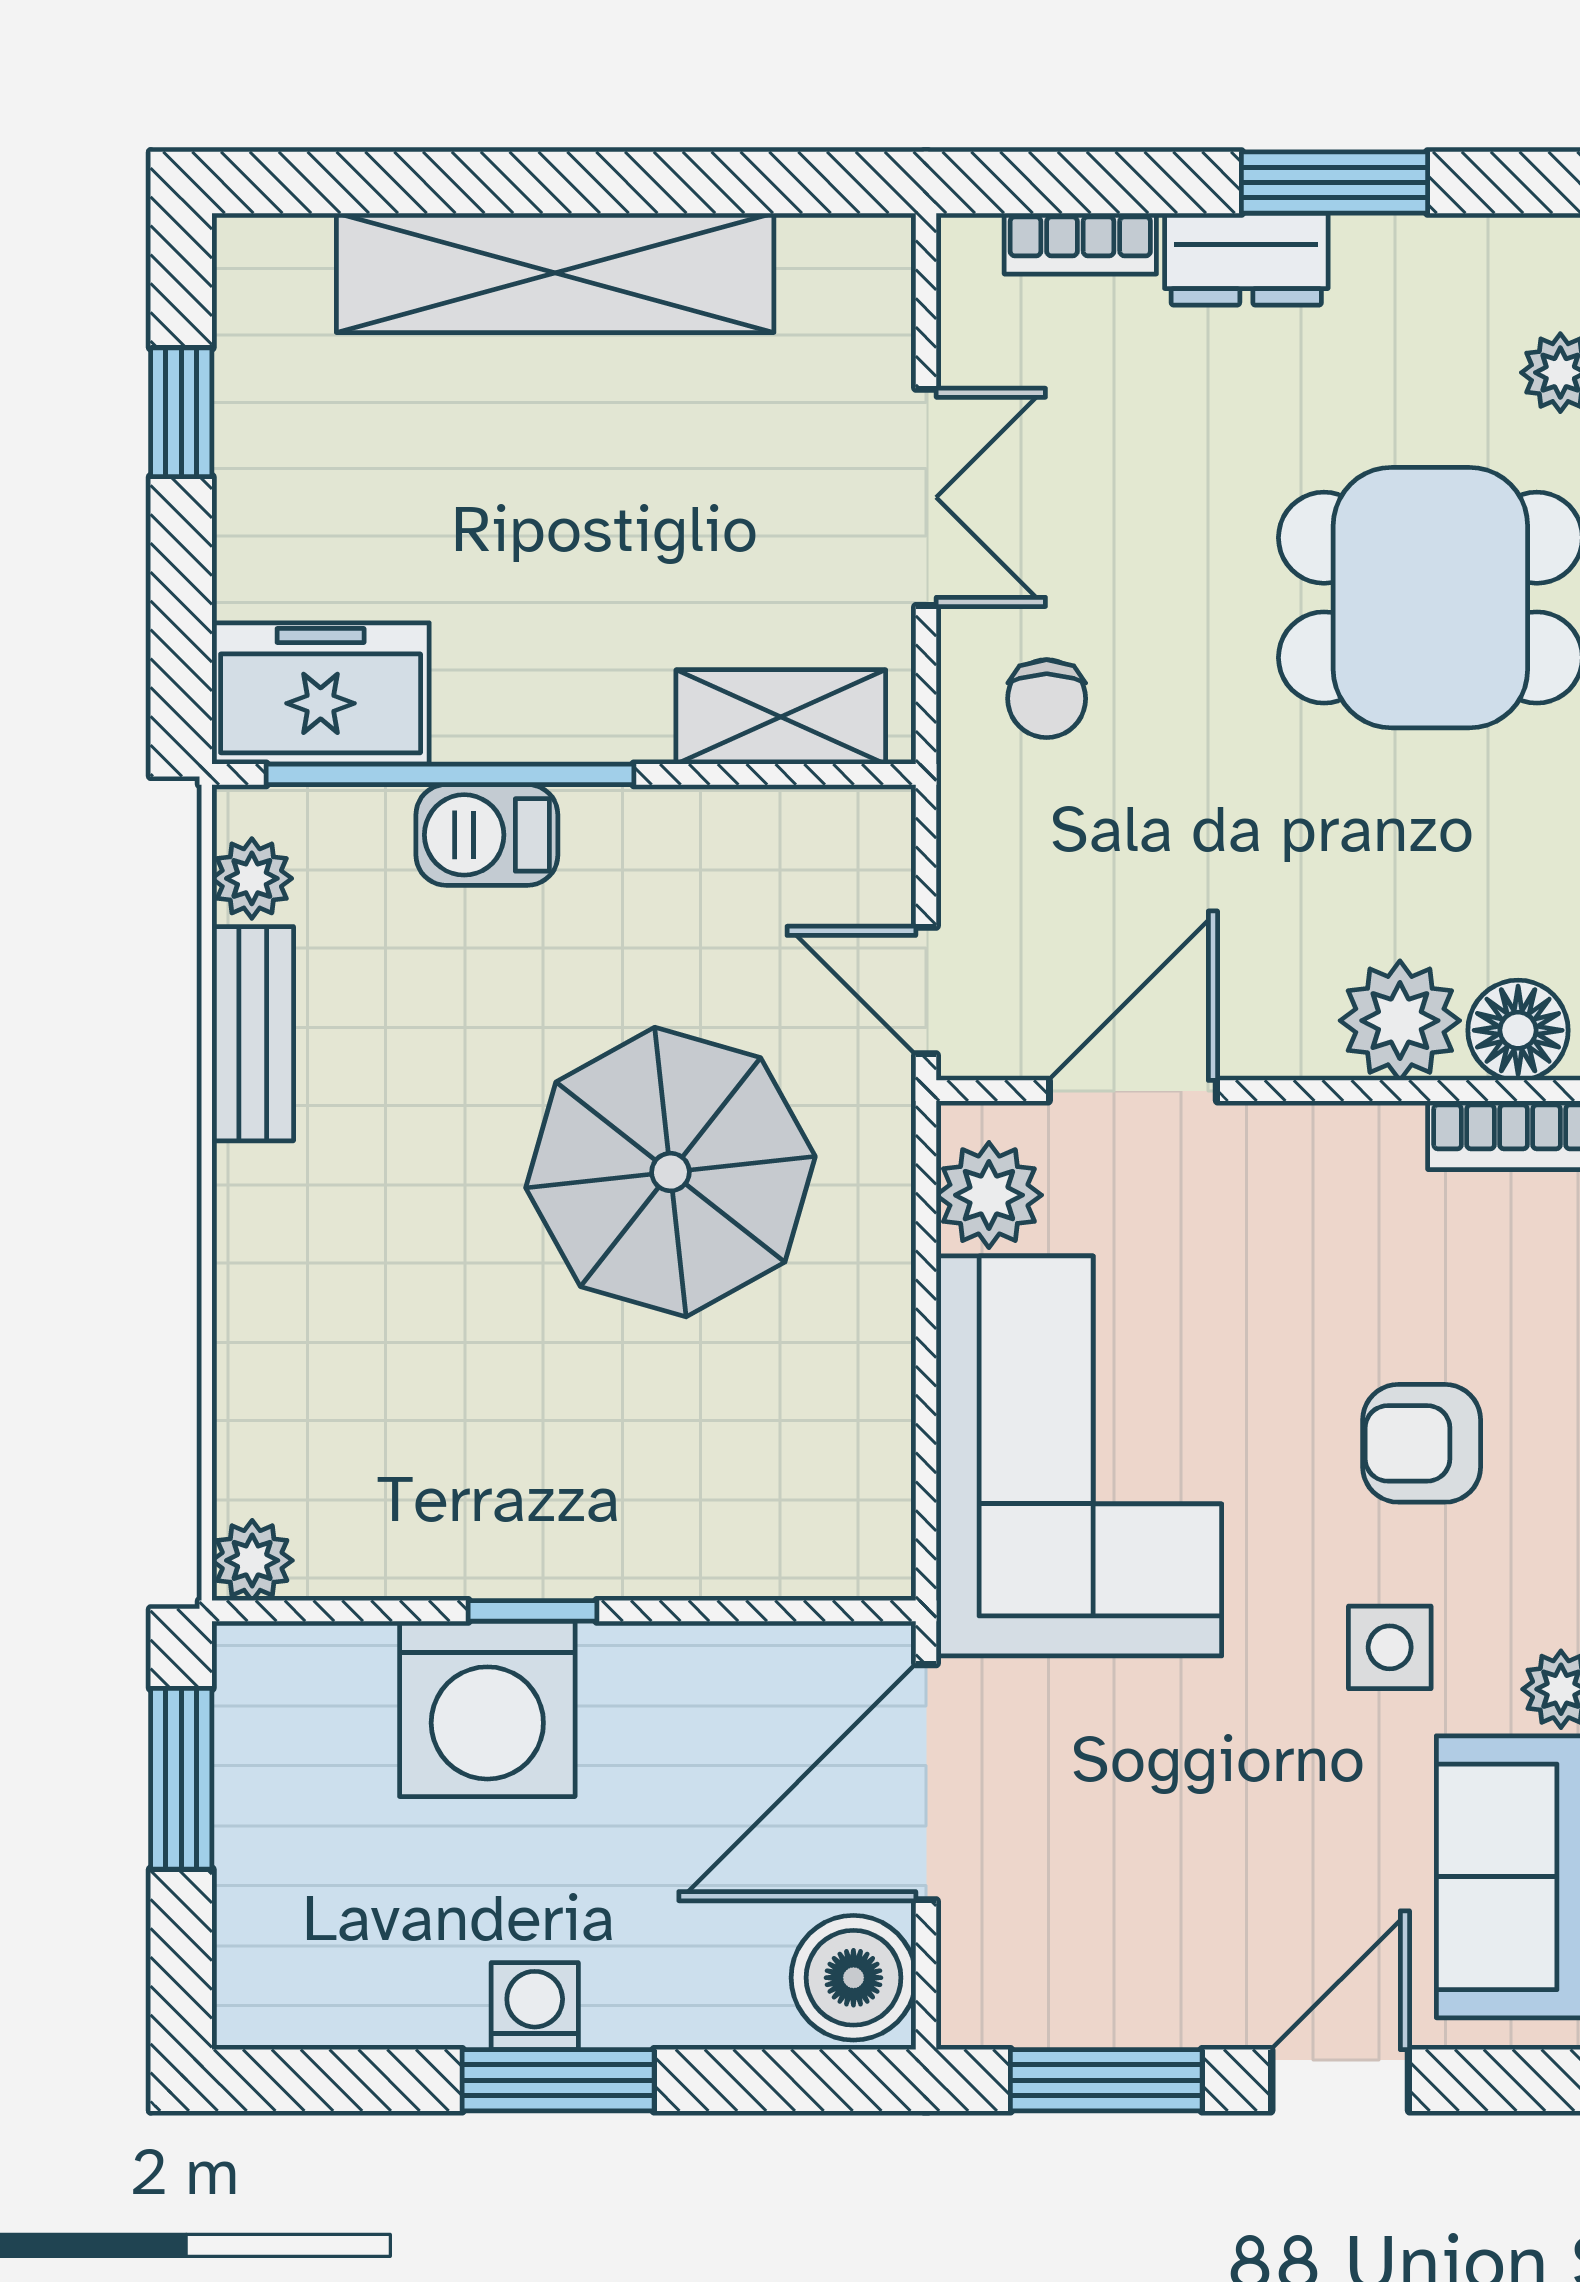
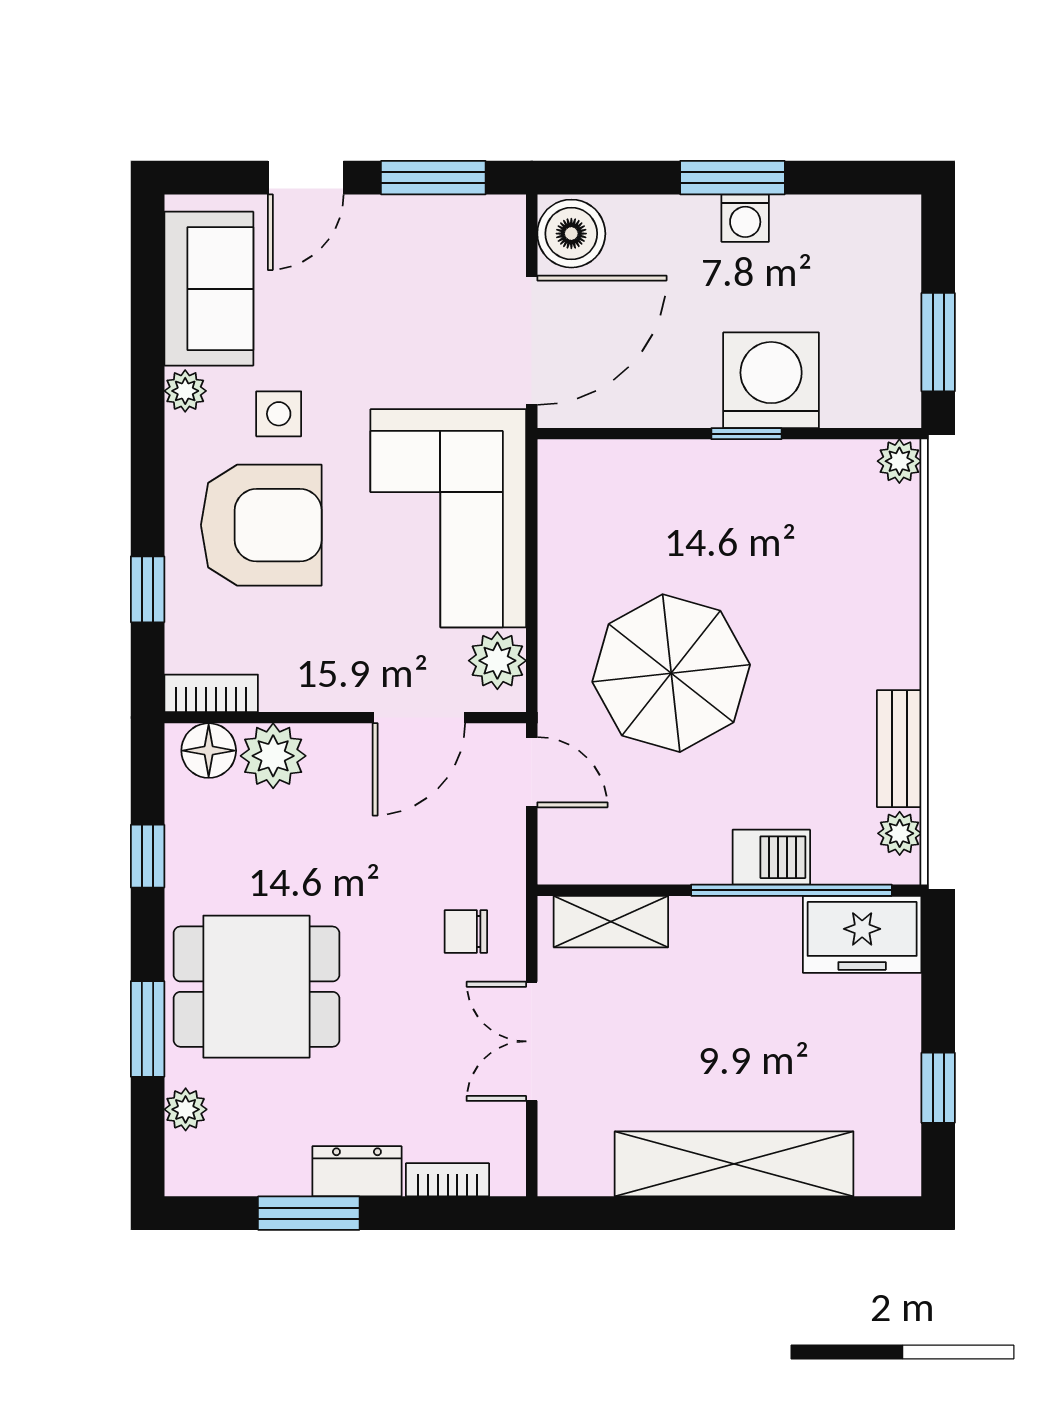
chair: (1047, 699) -> (466, 932), turned -90
armchair: (1422, 1443) -> (261, 525), width x1.88, depth x1.88

